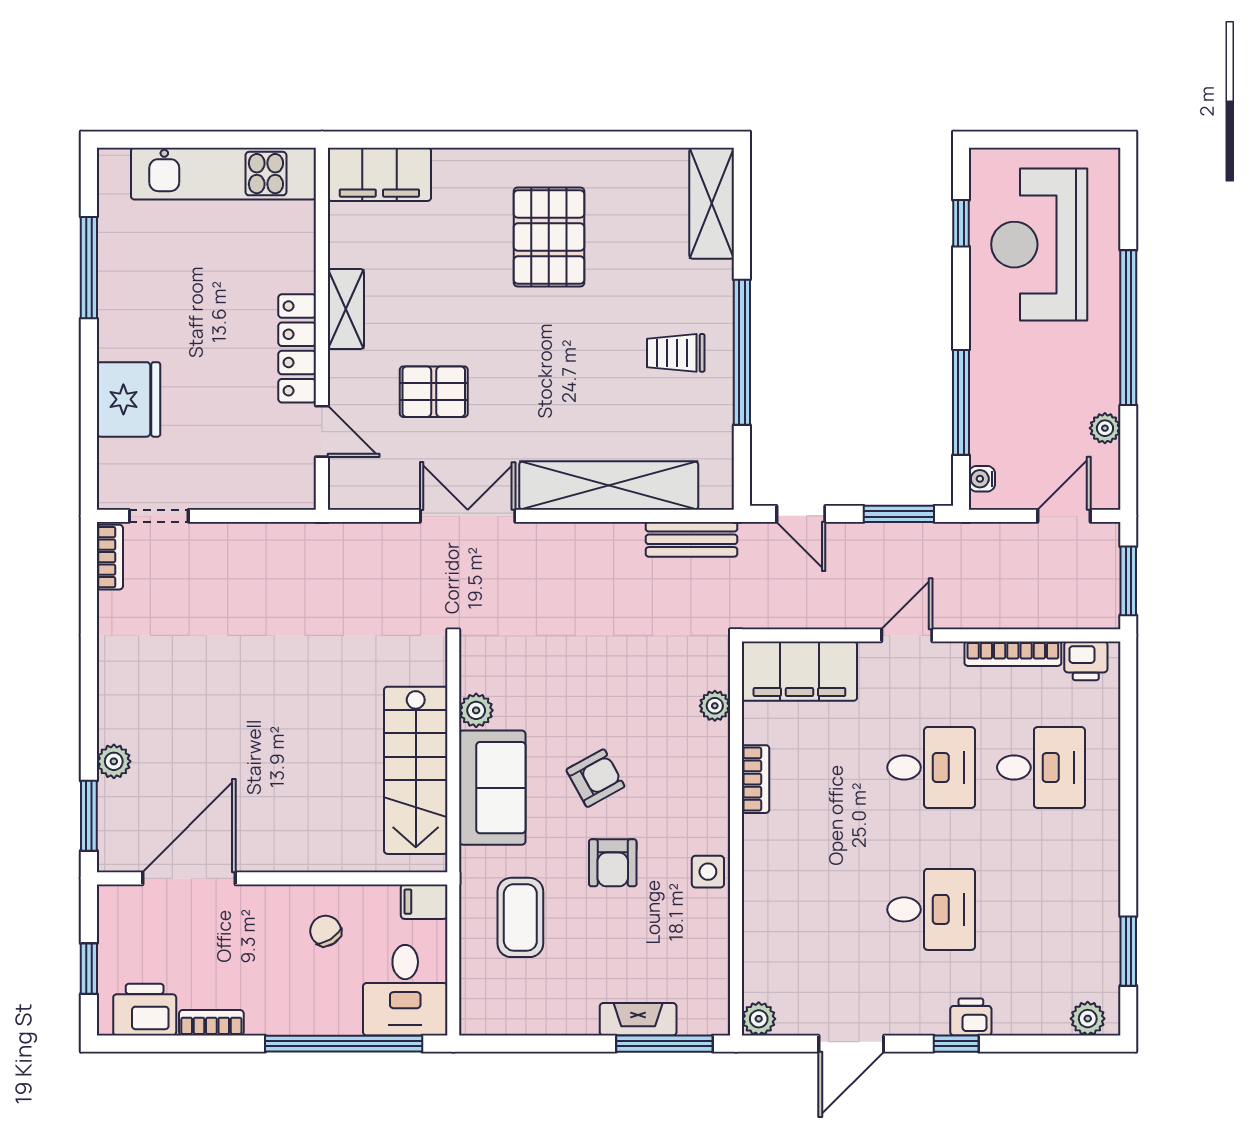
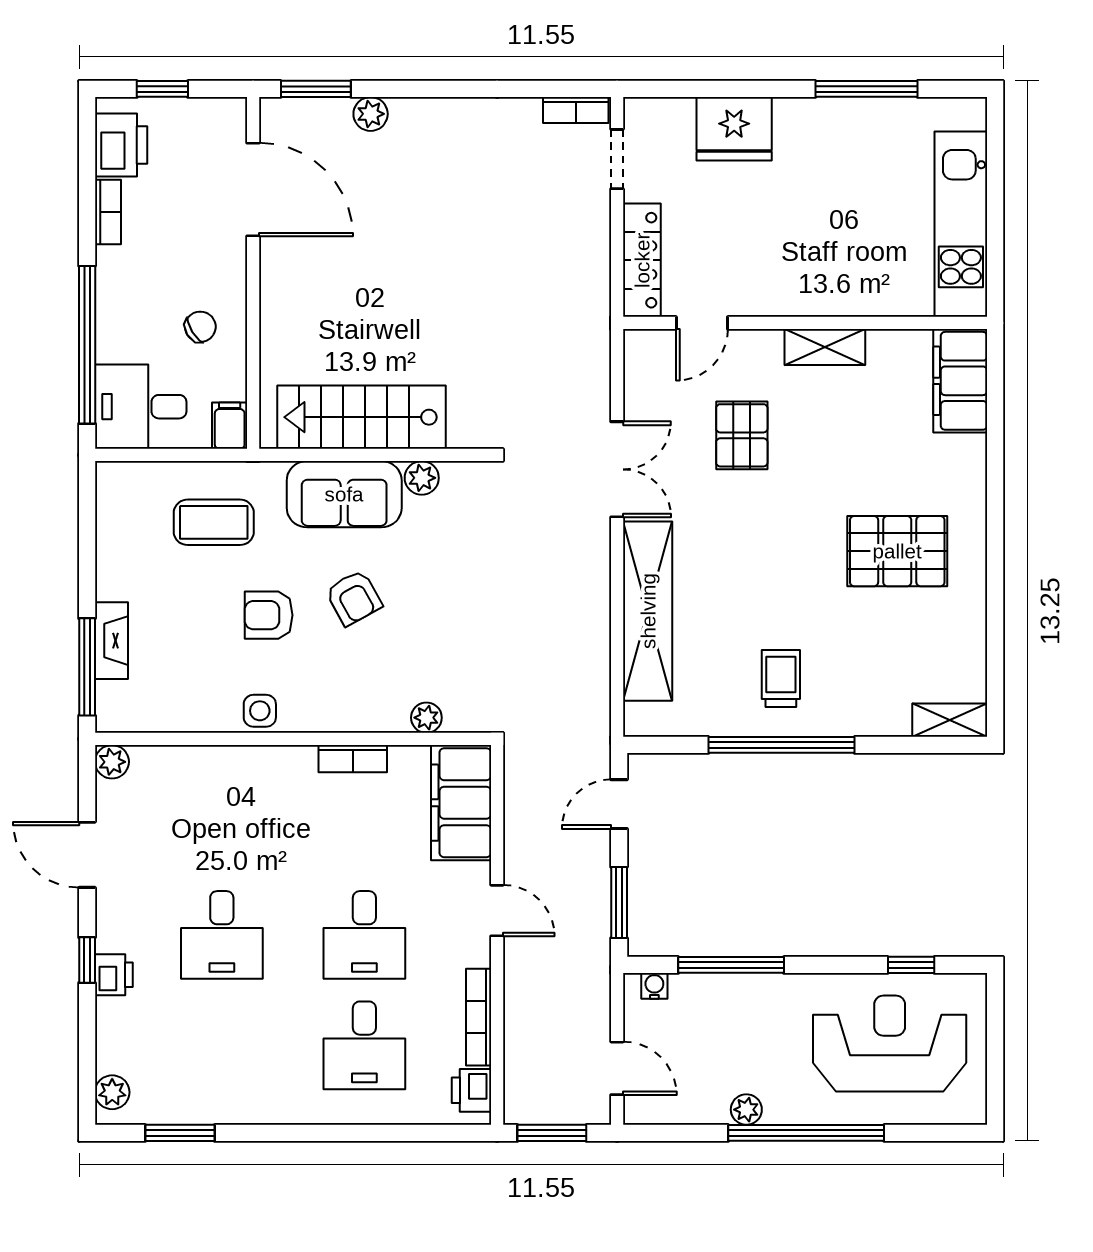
shelving: (712, 203) -> (950, 720), width x0.67, depth x0.75
locker: (297, 348) -> (642, 260), moved, turned 90
plant: (1105, 428) -> (746, 1110), moved
bench: (691, 539) -> (594, 694), removed

